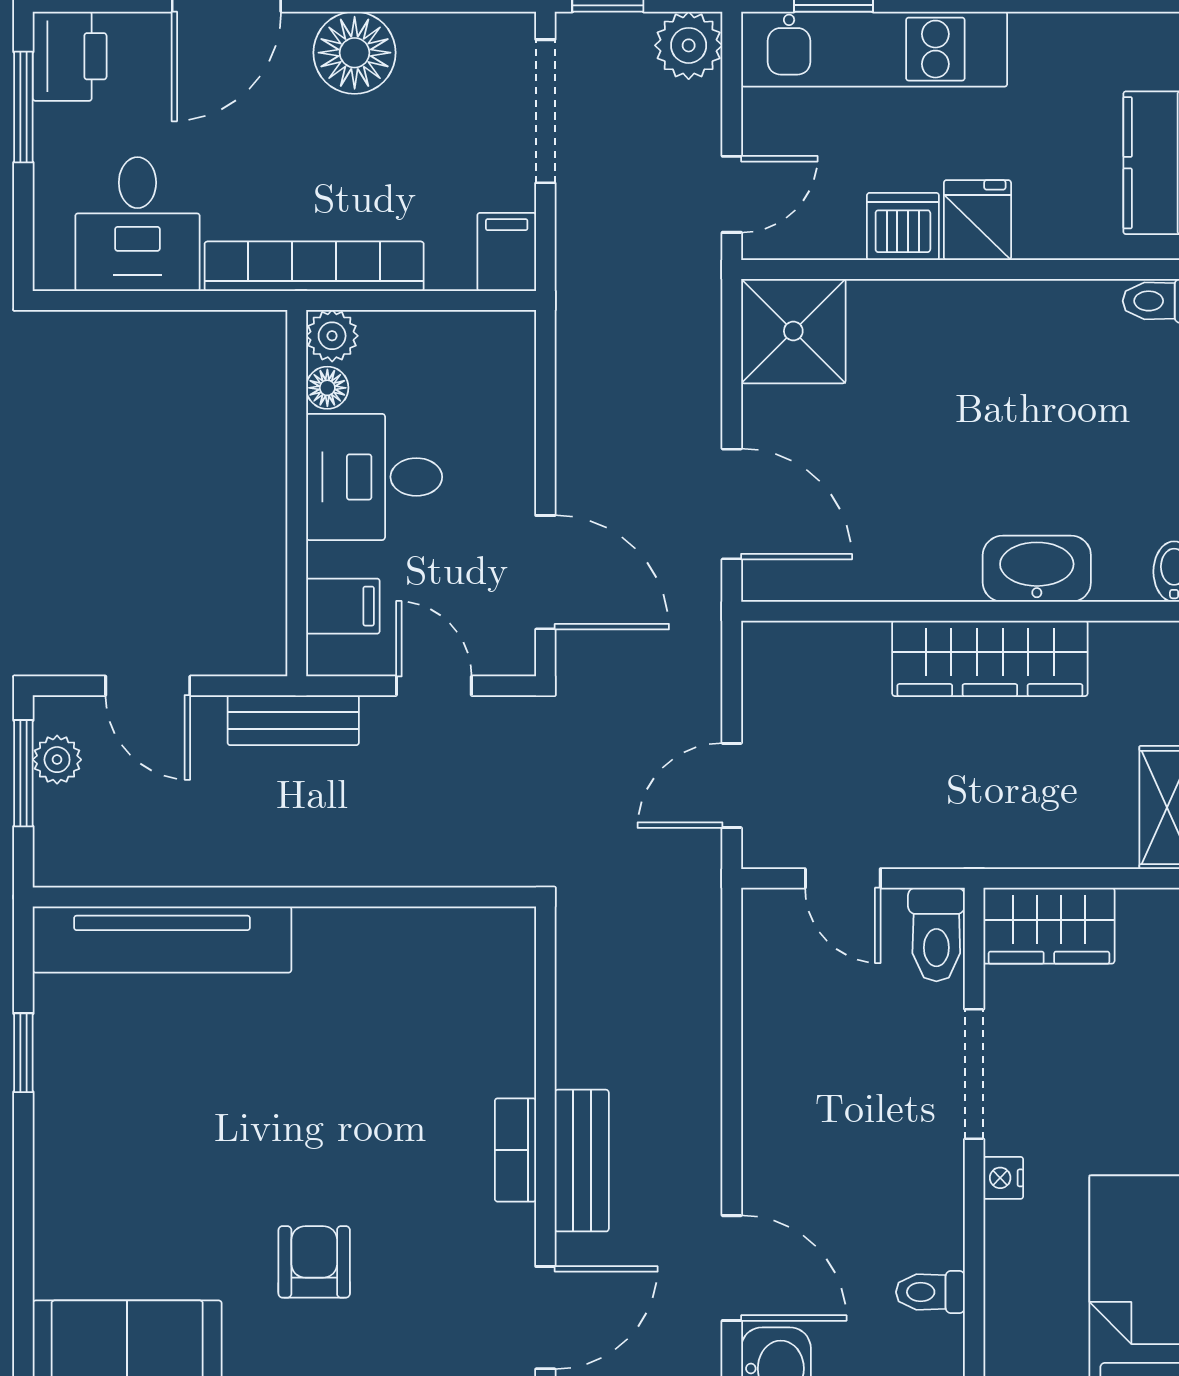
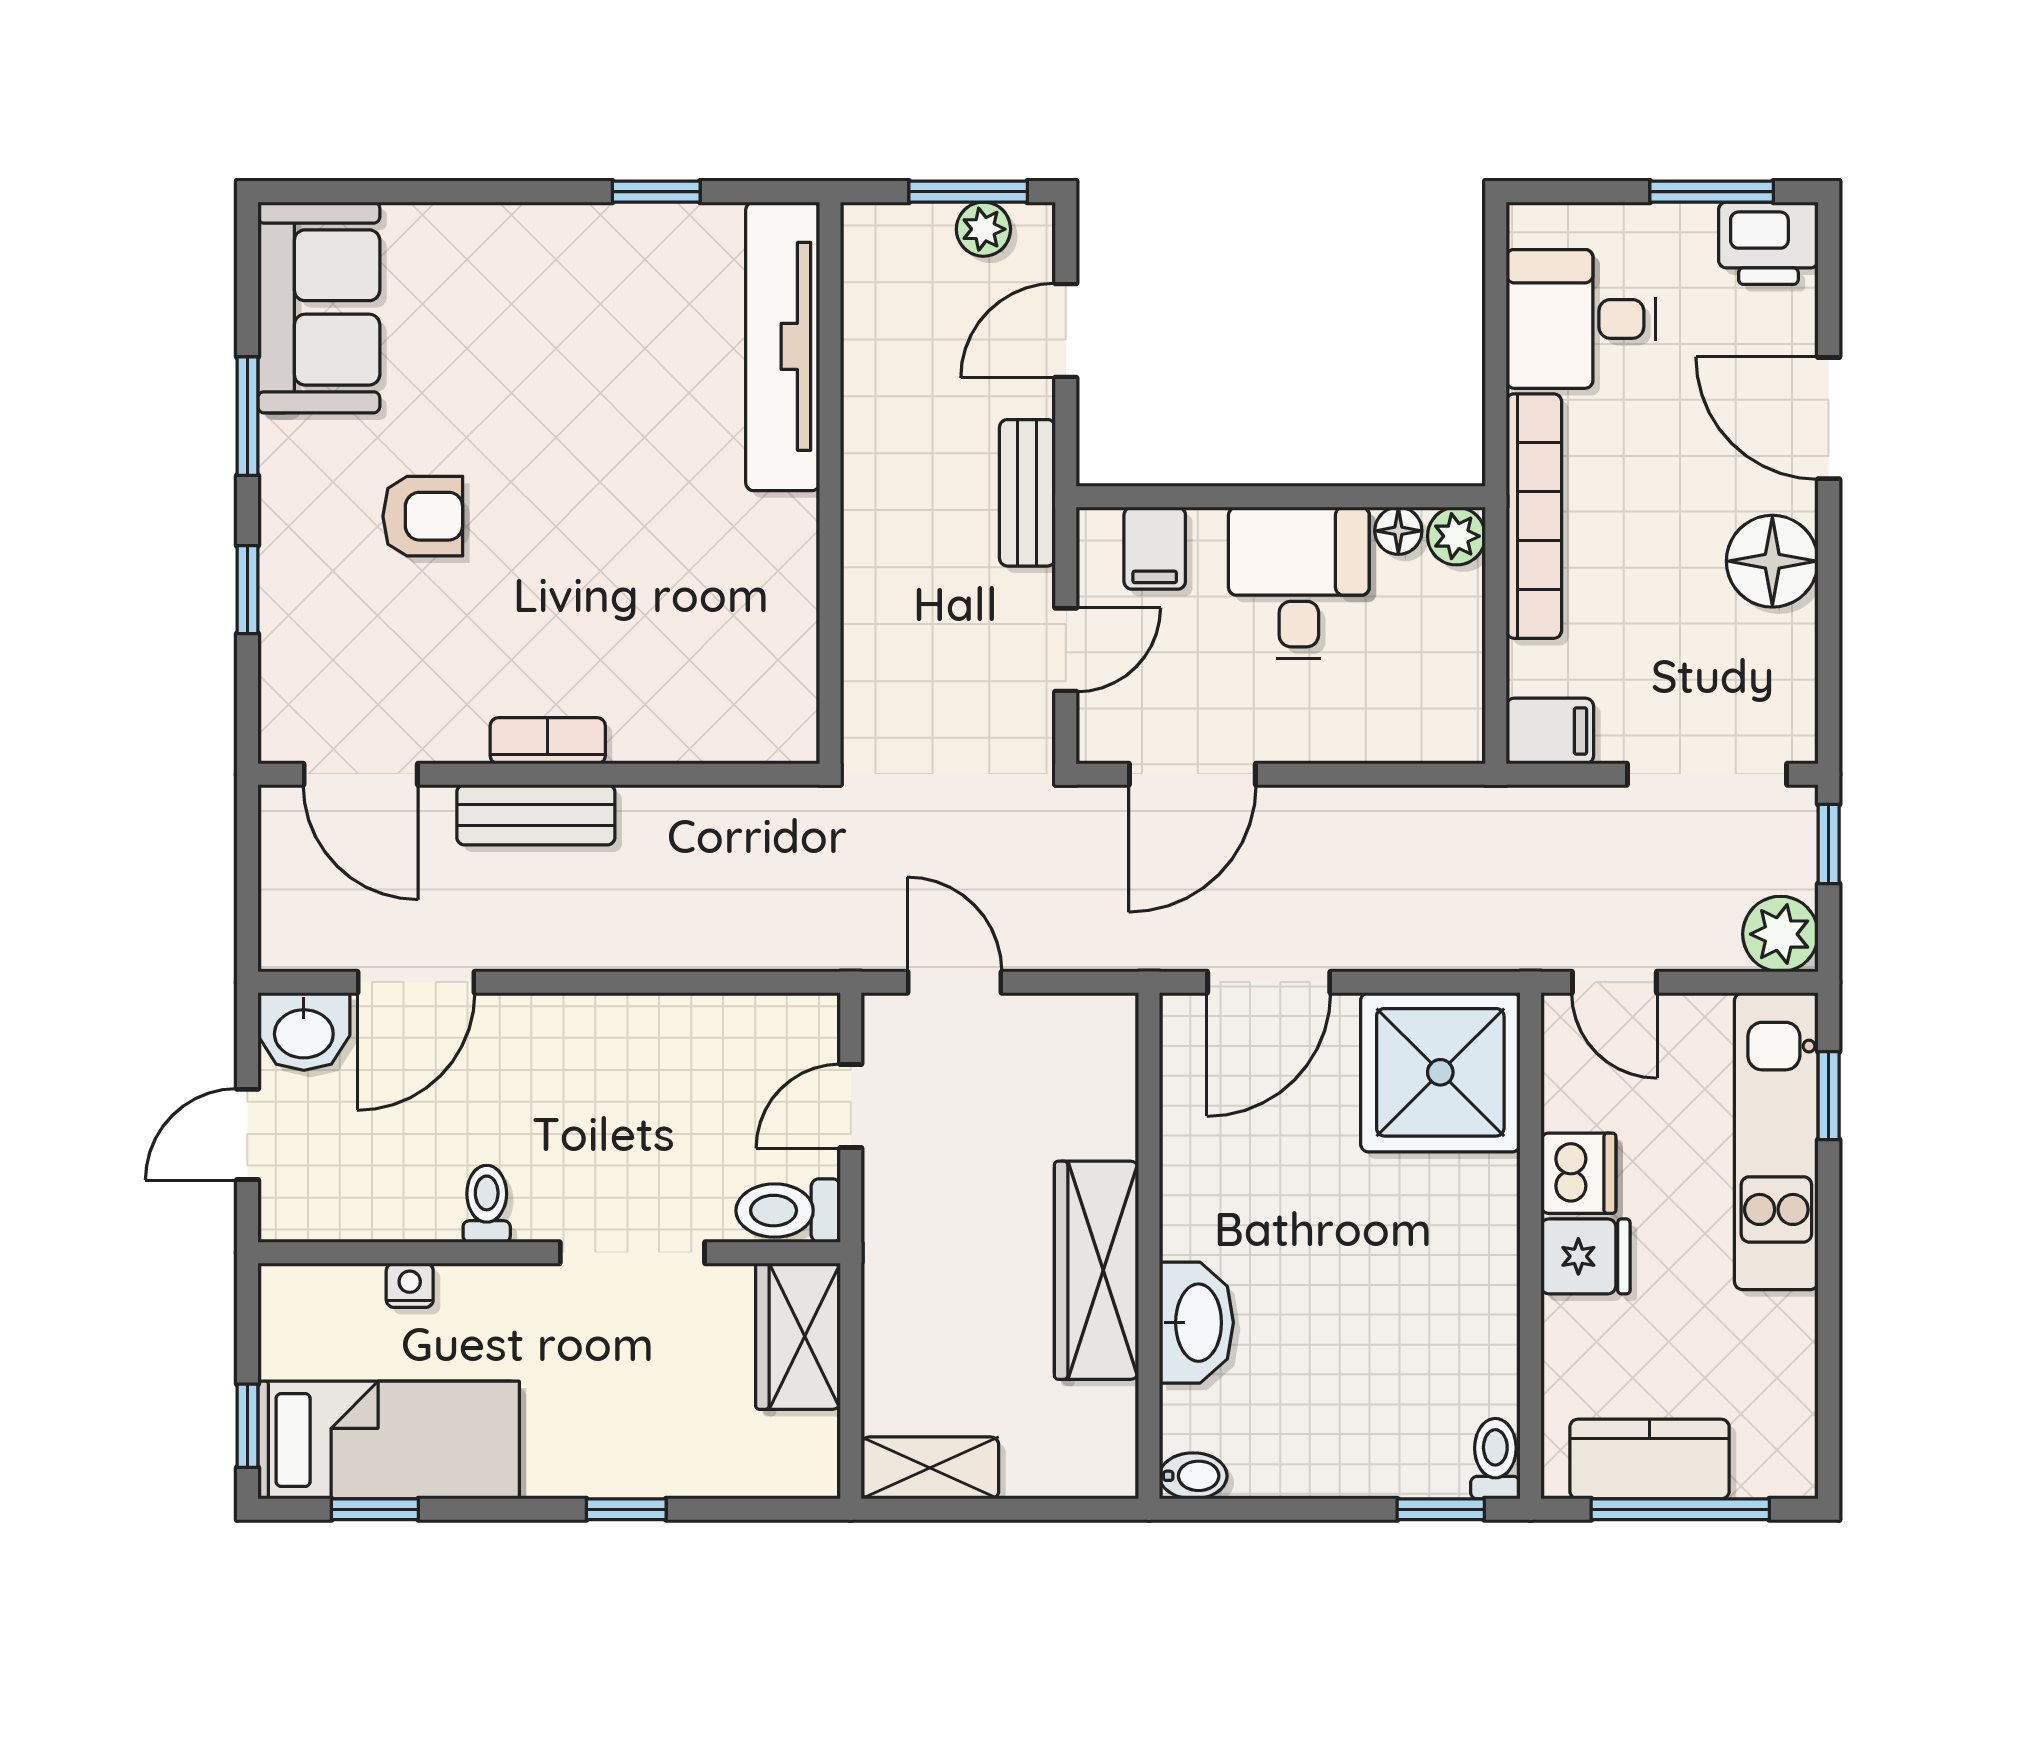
shower: (793, 331) -> (1440, 1072), width x1.37, depth x1.37
nightstand: (1003, 1178) -> (410, 1285), moved
toilet: (930, 1292) -> (487, 1204), moved

